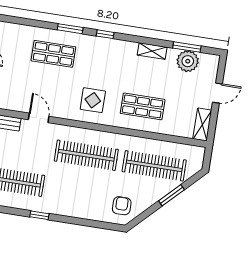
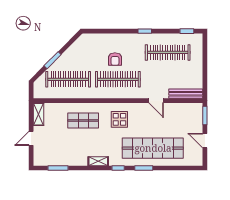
shelving: (152, 51) -> (98, 161), moved
shop shelf: (53, 54) -> (153, 148), width x2.00, depth x1.36
plant: (188, 61) -> (56, 158), removed
armchair: (122, 206) -> (115, 59), moved

